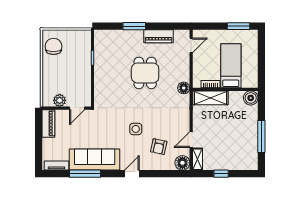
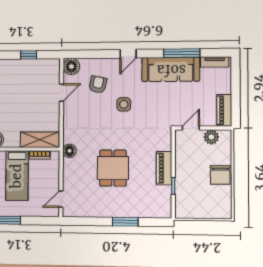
piano: (158, 36) -> (164, 168), moved, turned -90
chair: (54, 46) -> (220, 175), moved
shelving: (197, 159) -> (55, 71), removed

